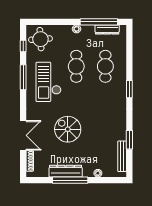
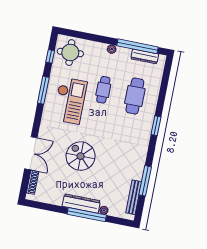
cafe table: (76, 66) -> (103, 90), width x0.73, depth x0.74
checkout: (49, 82) -> (70, 101), turned 180
window: (129, 140) -> (145, 181), width x1.44
dresser: (66, 171) -> (81, 204), moved
window: (70, 180) -> (87, 215), moved

